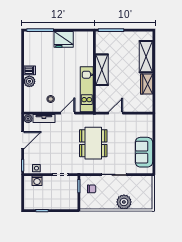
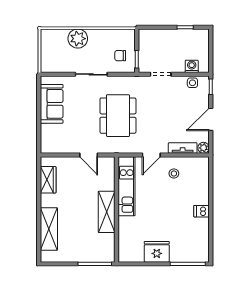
plant: (29, 81) -> (202, 197), removed
wardrobe: (147, 84) -> (48, 180), moved
door: (116, 113) -> (89, 155), hinge flipped

